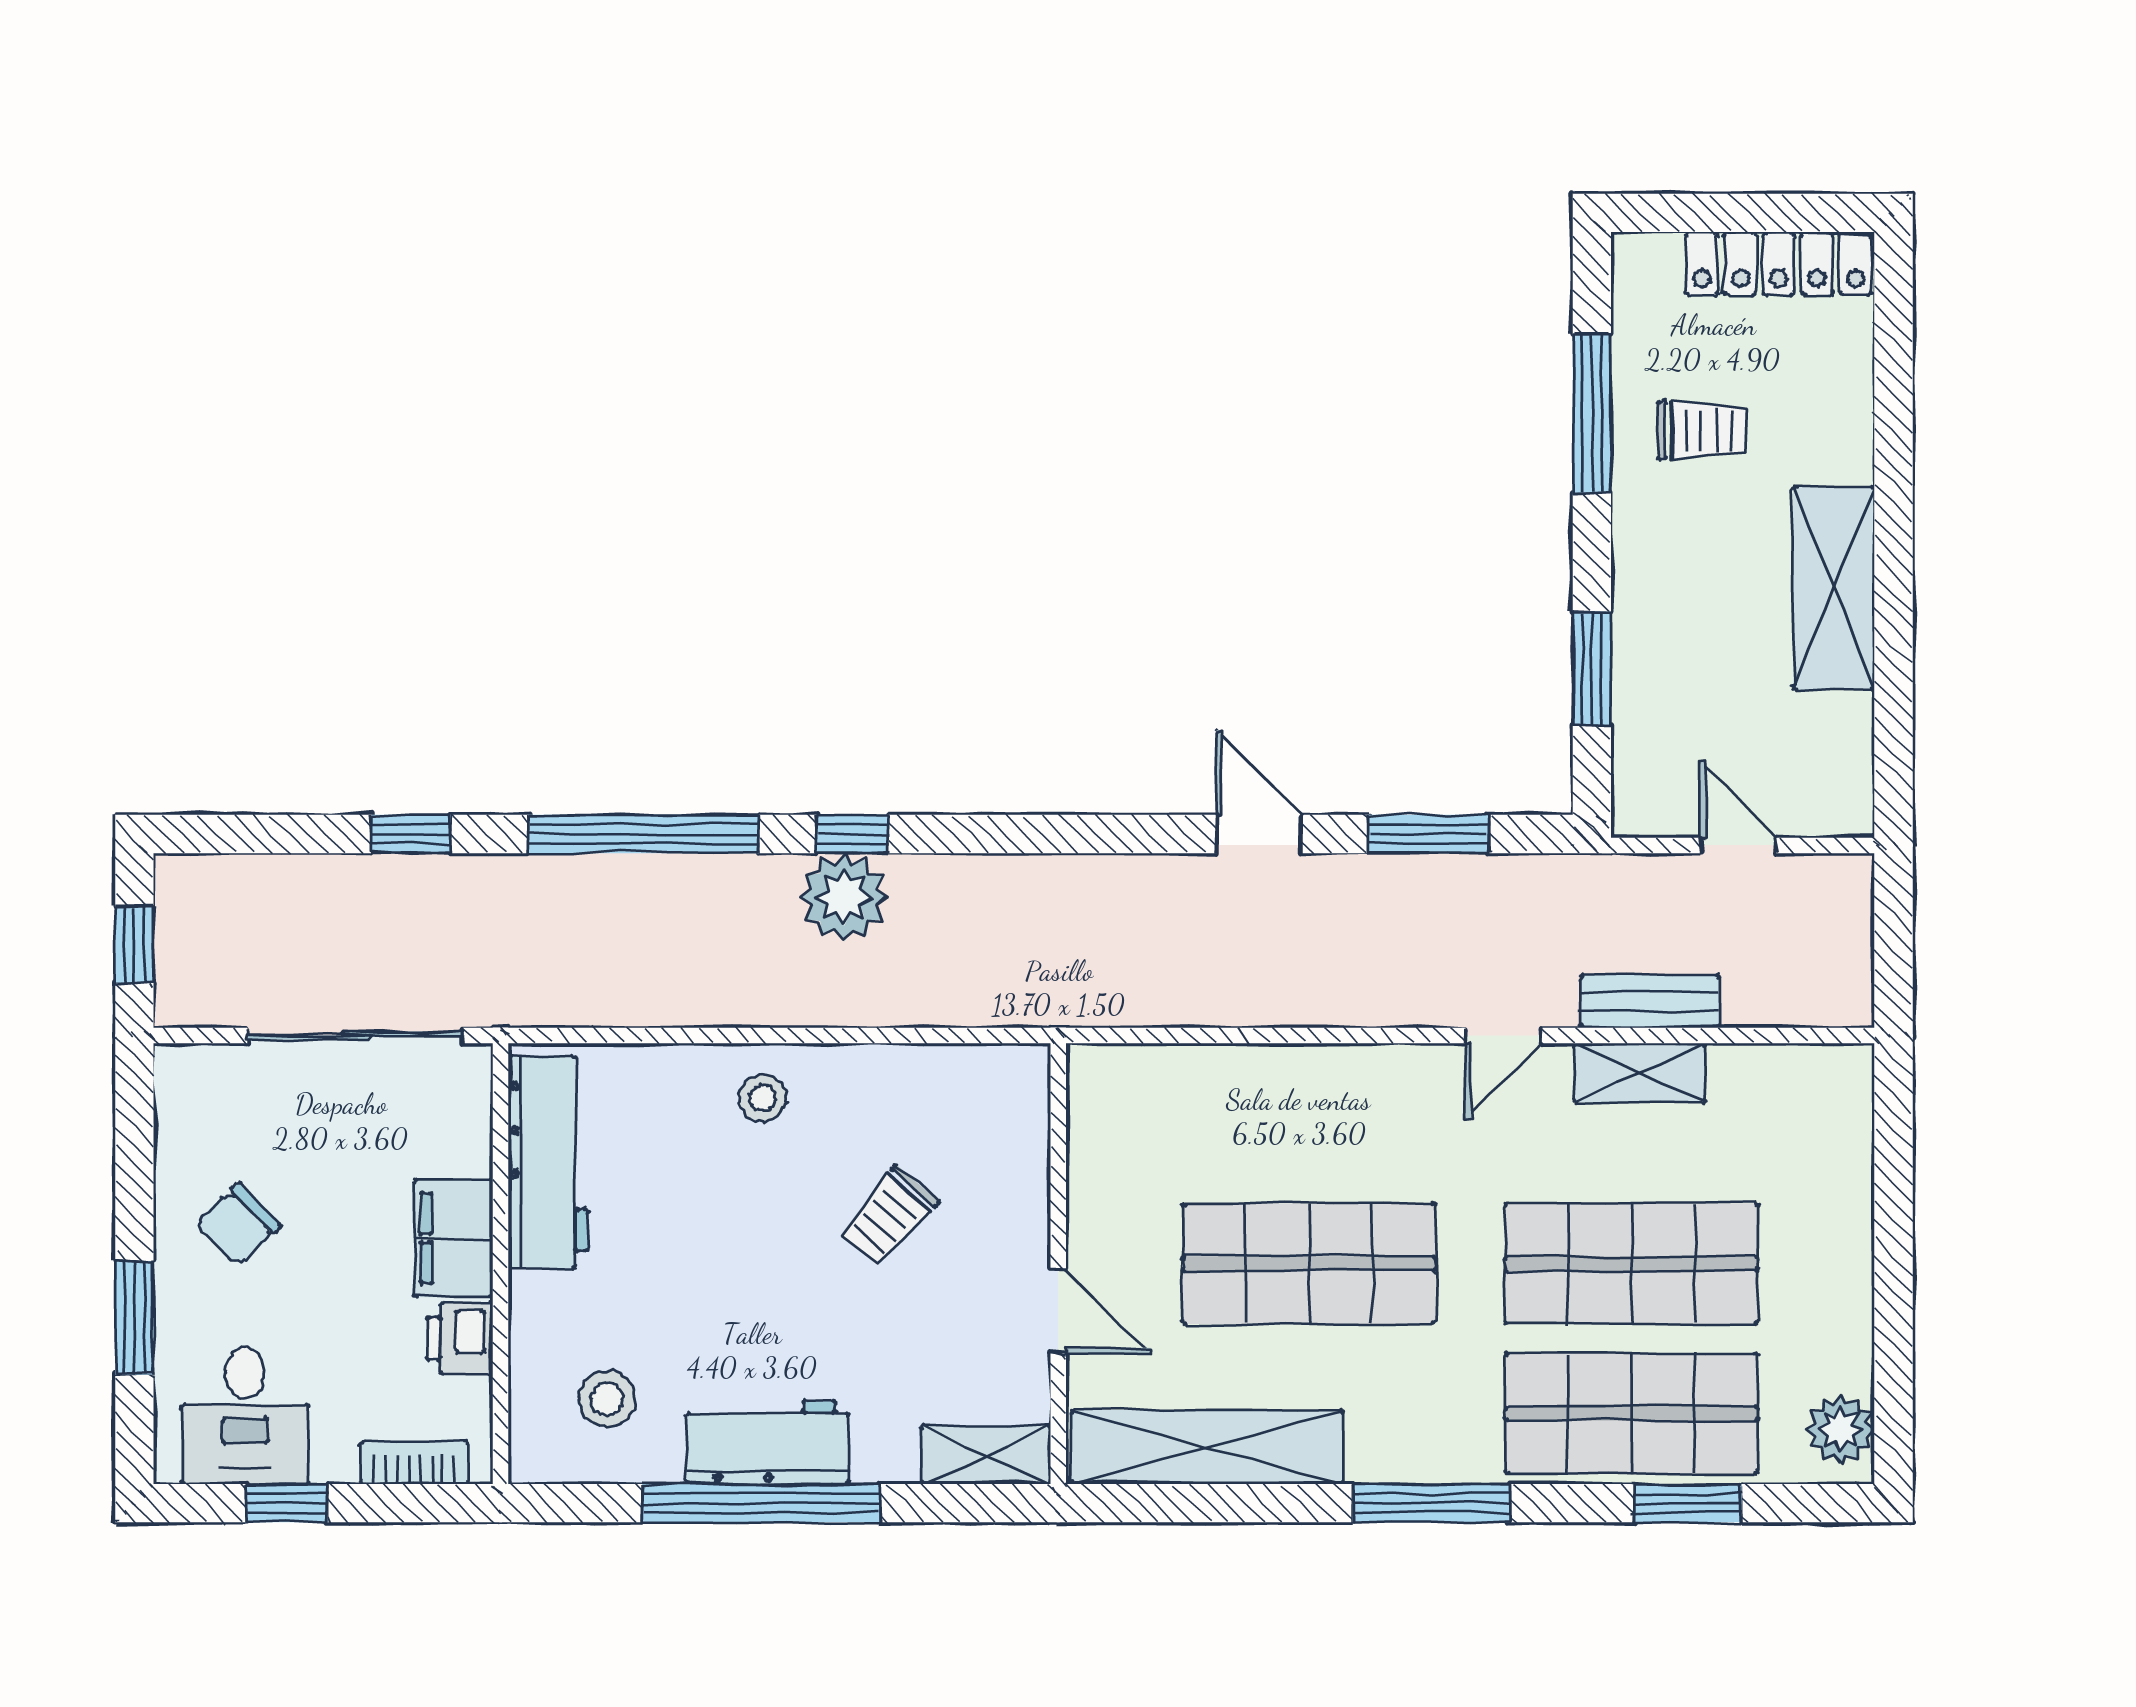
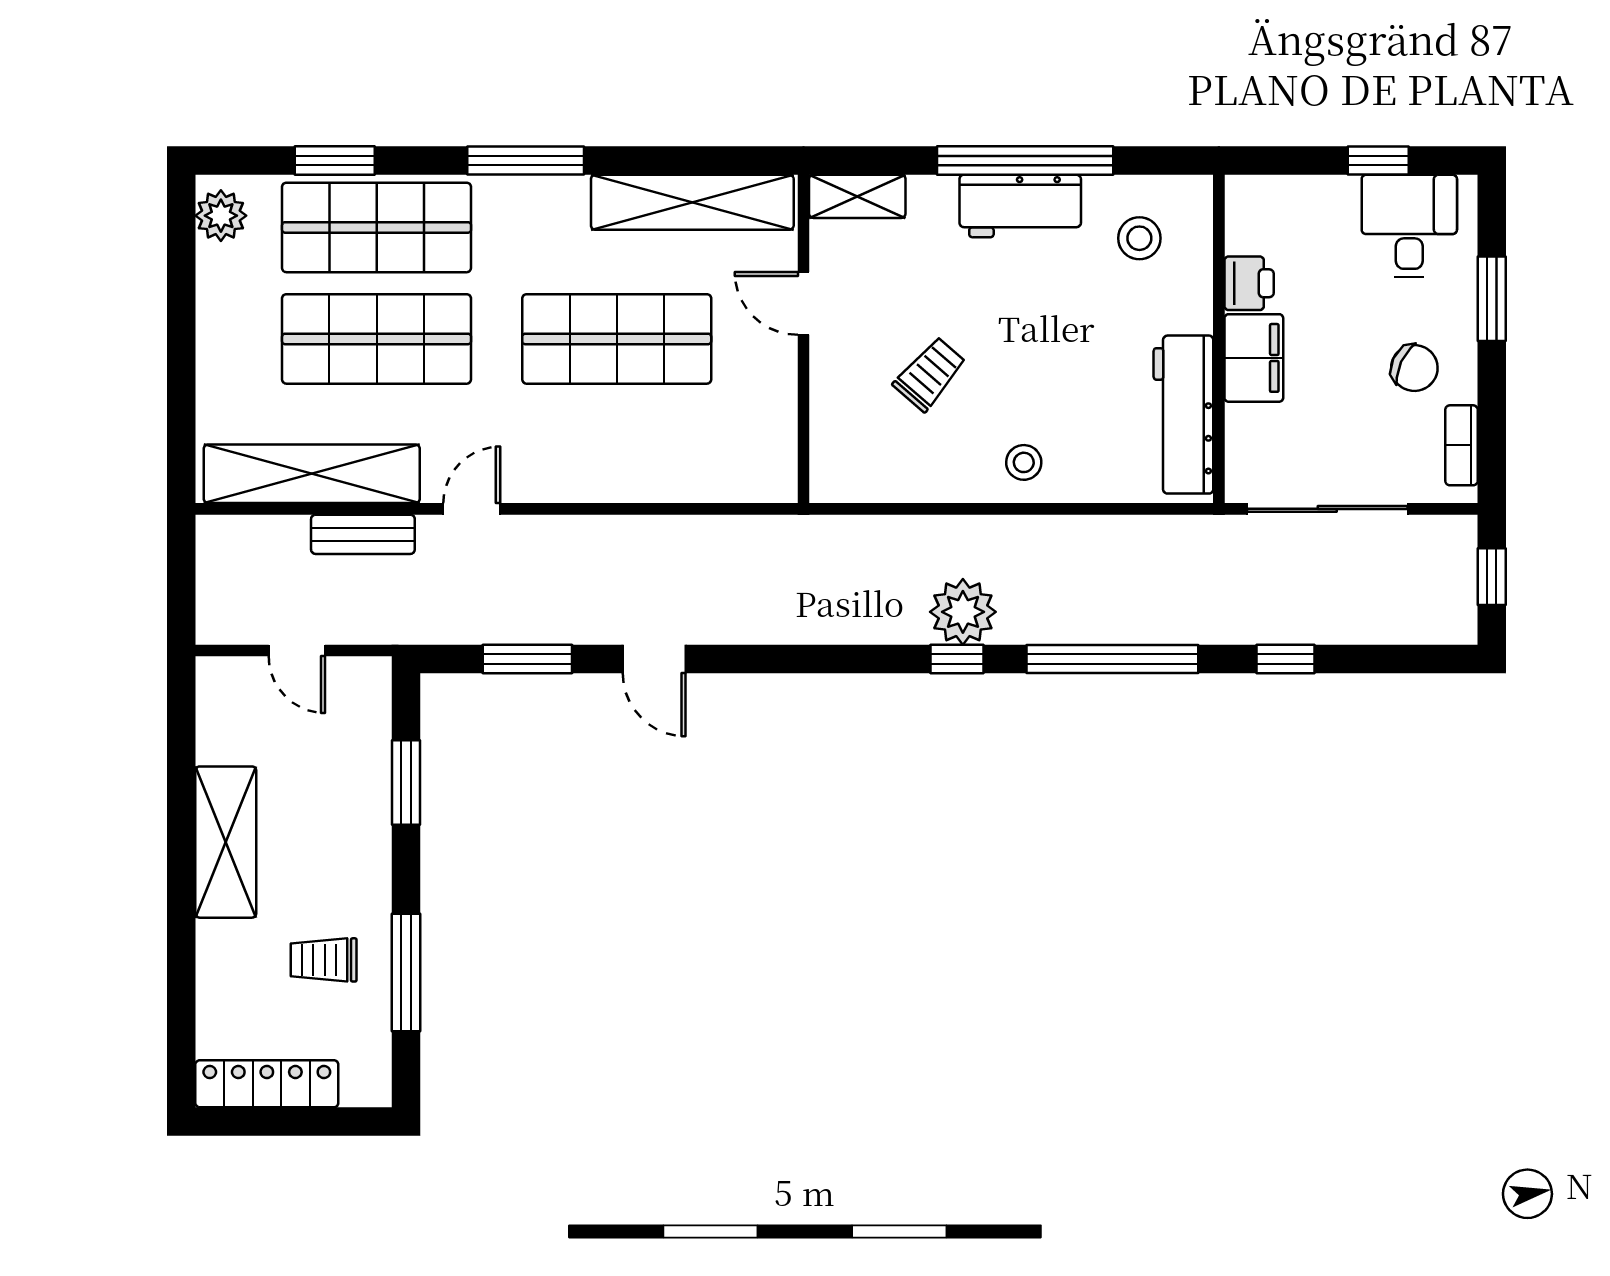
shelving: (1639, 1073) -> (312, 474), width x2.20, depth x1.33
chair: (238, 1225) -> (1414, 368), turned 69
bookcase: (414, 1463) -> (1461, 445), moved, turned 90

